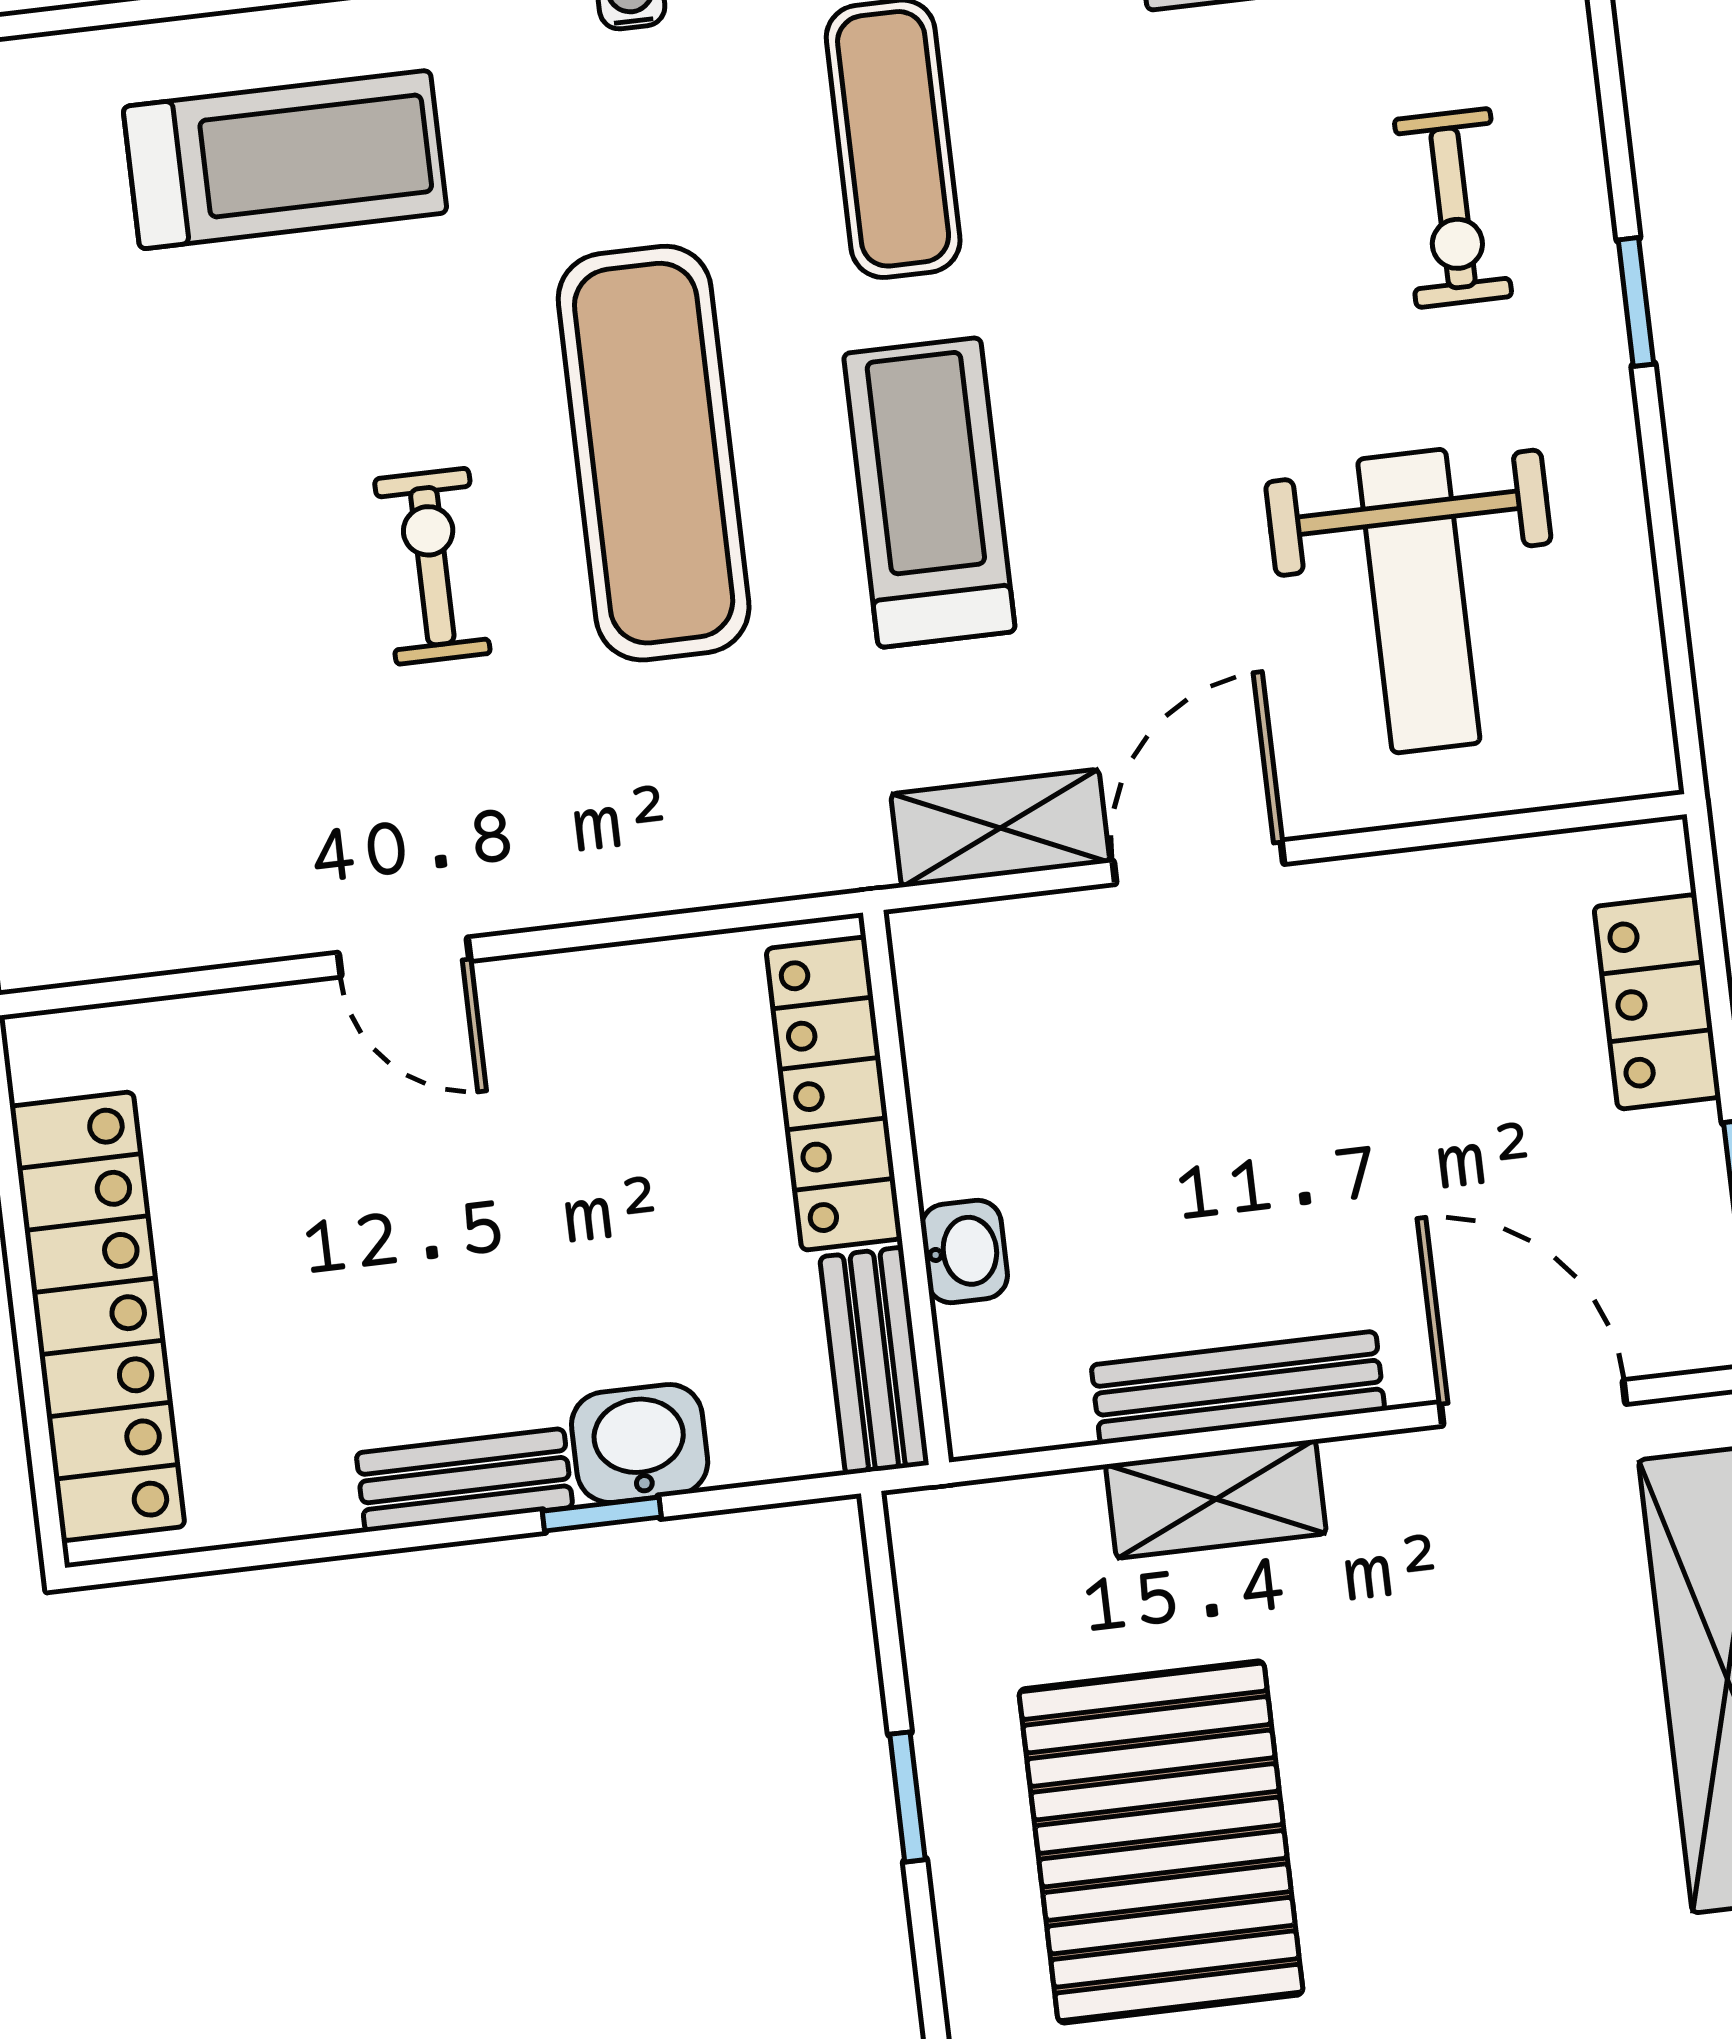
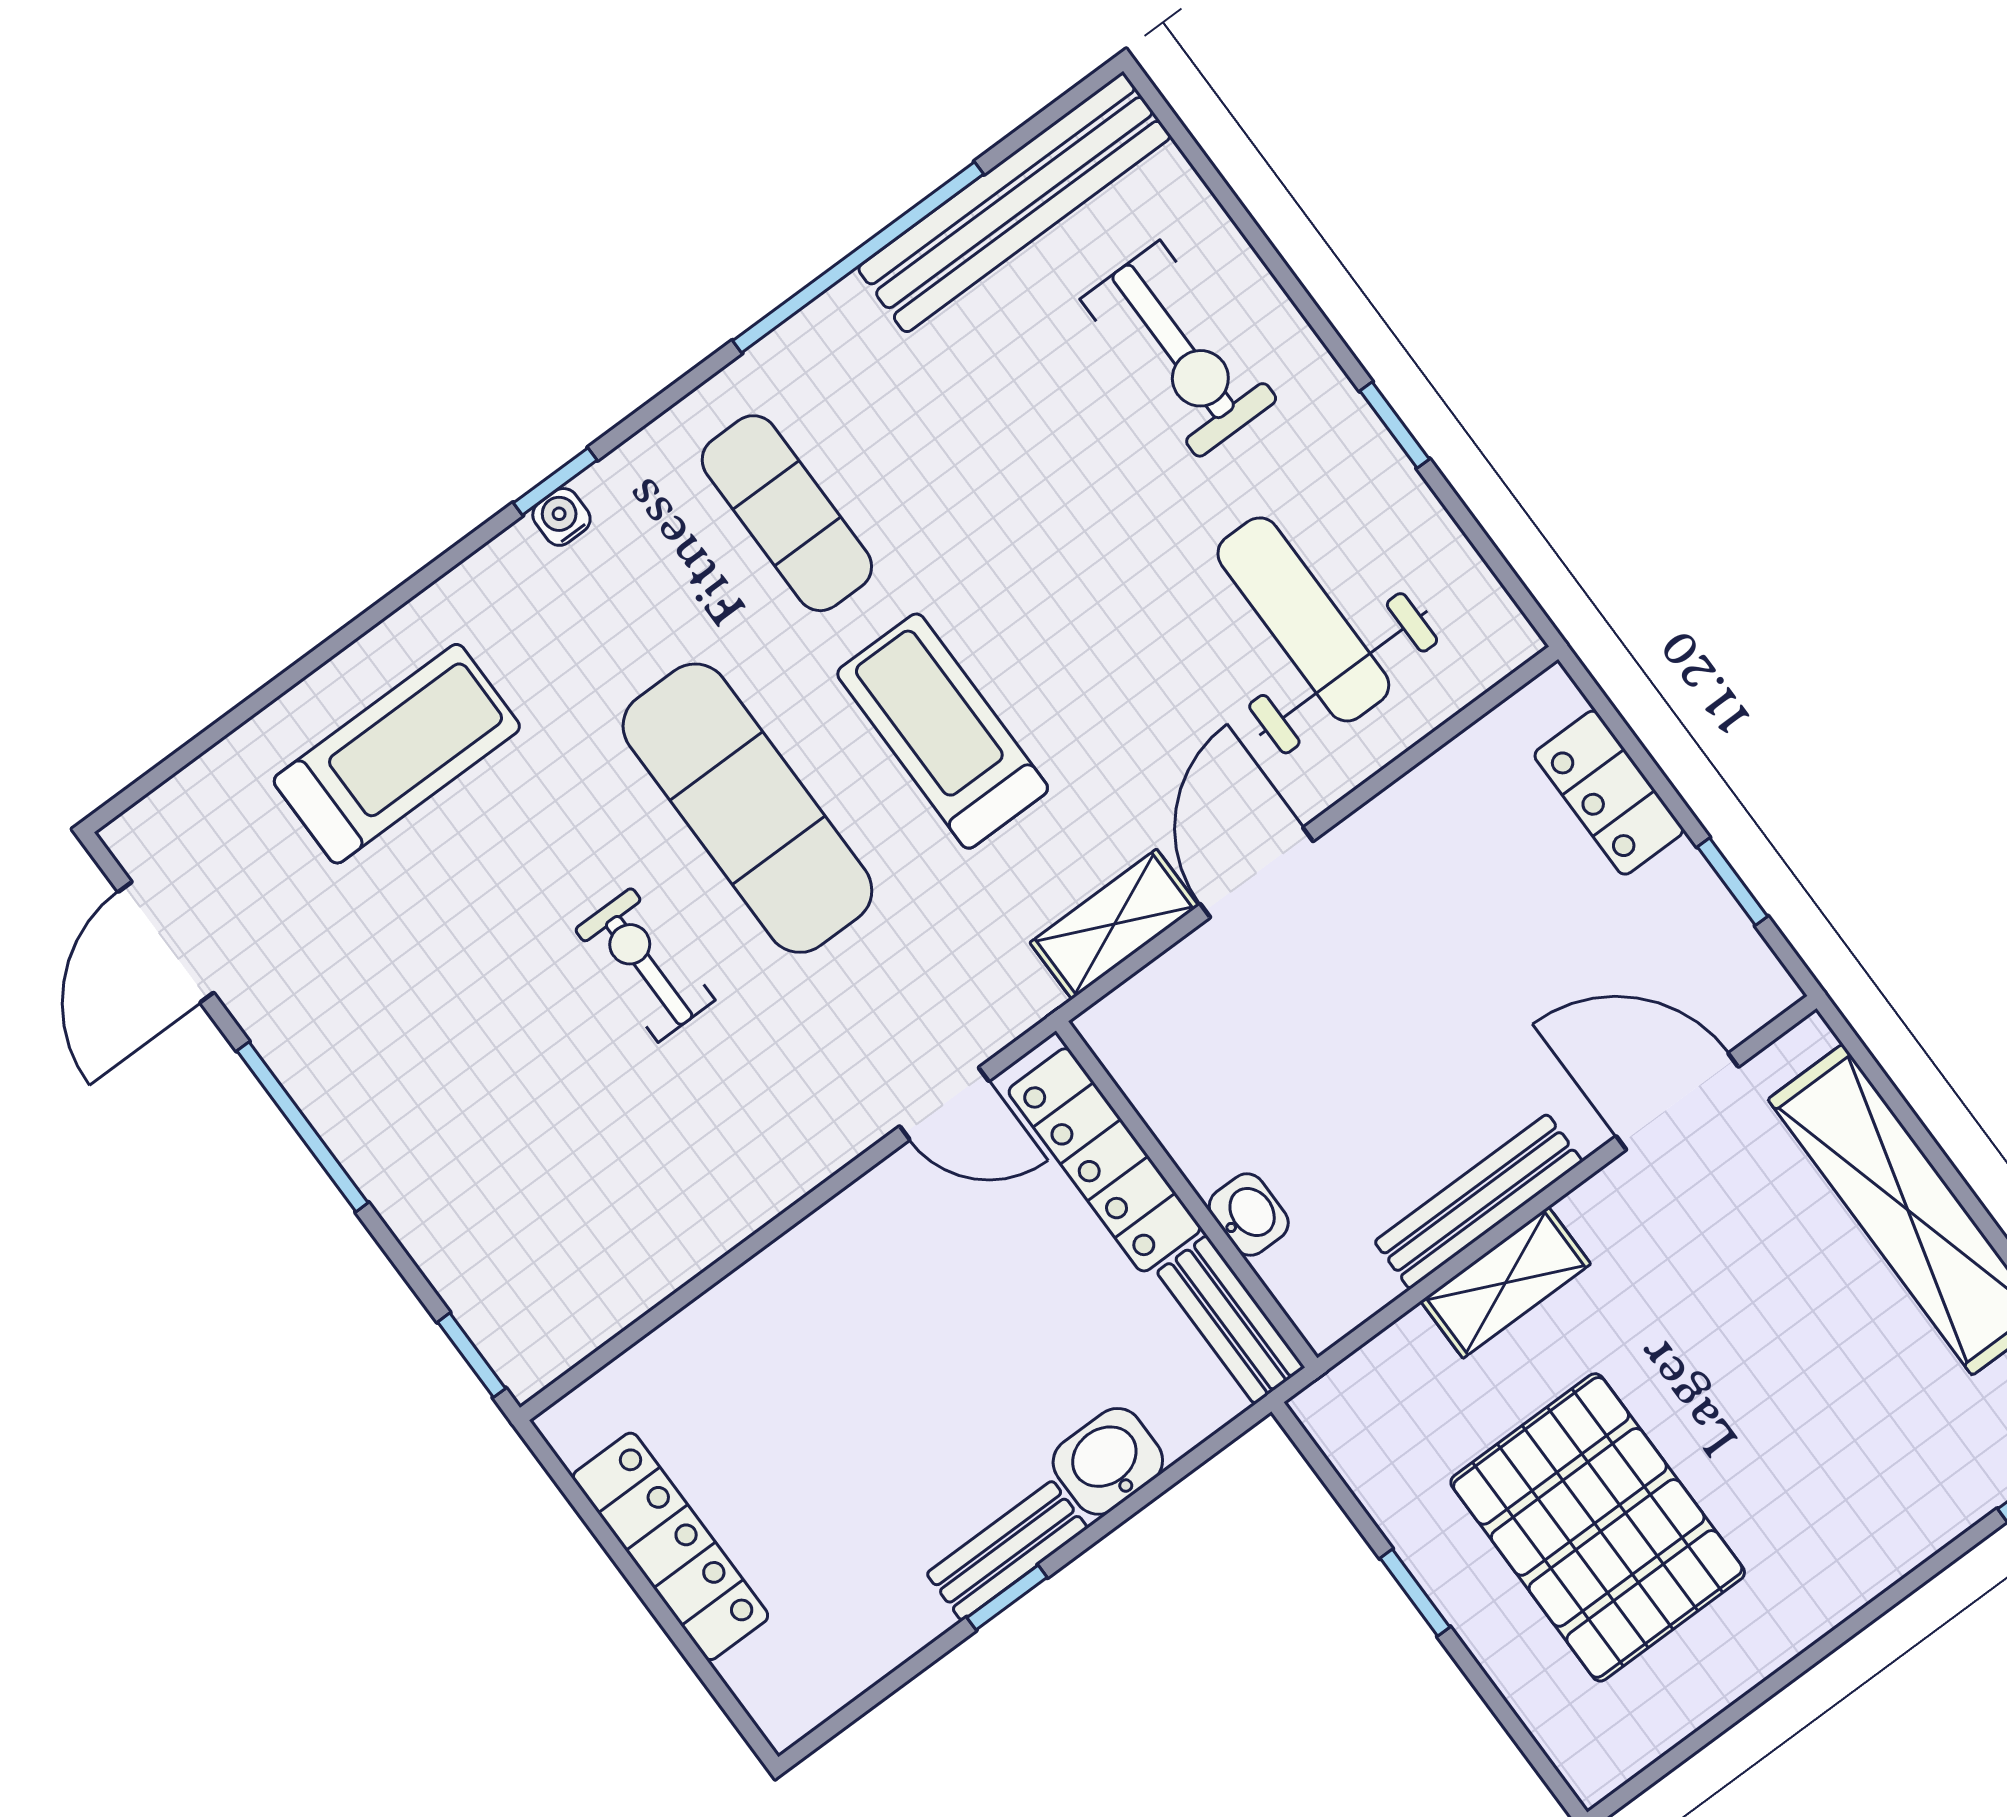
exercise bike: (1453, 208) -> (1179, 349), width x1.38, depth x1.39
window: (1636, 302) -> (1395, 425), moved
weight bench: (1419, 601) -> (1303, 619), turned 180
door: (404, 957) -> (944, 1104), moved
locker: (97, 1316) -> (671, 1546), width x0.71, depth x0.83
window: (602, 1514) -> (1007, 1597), moved

